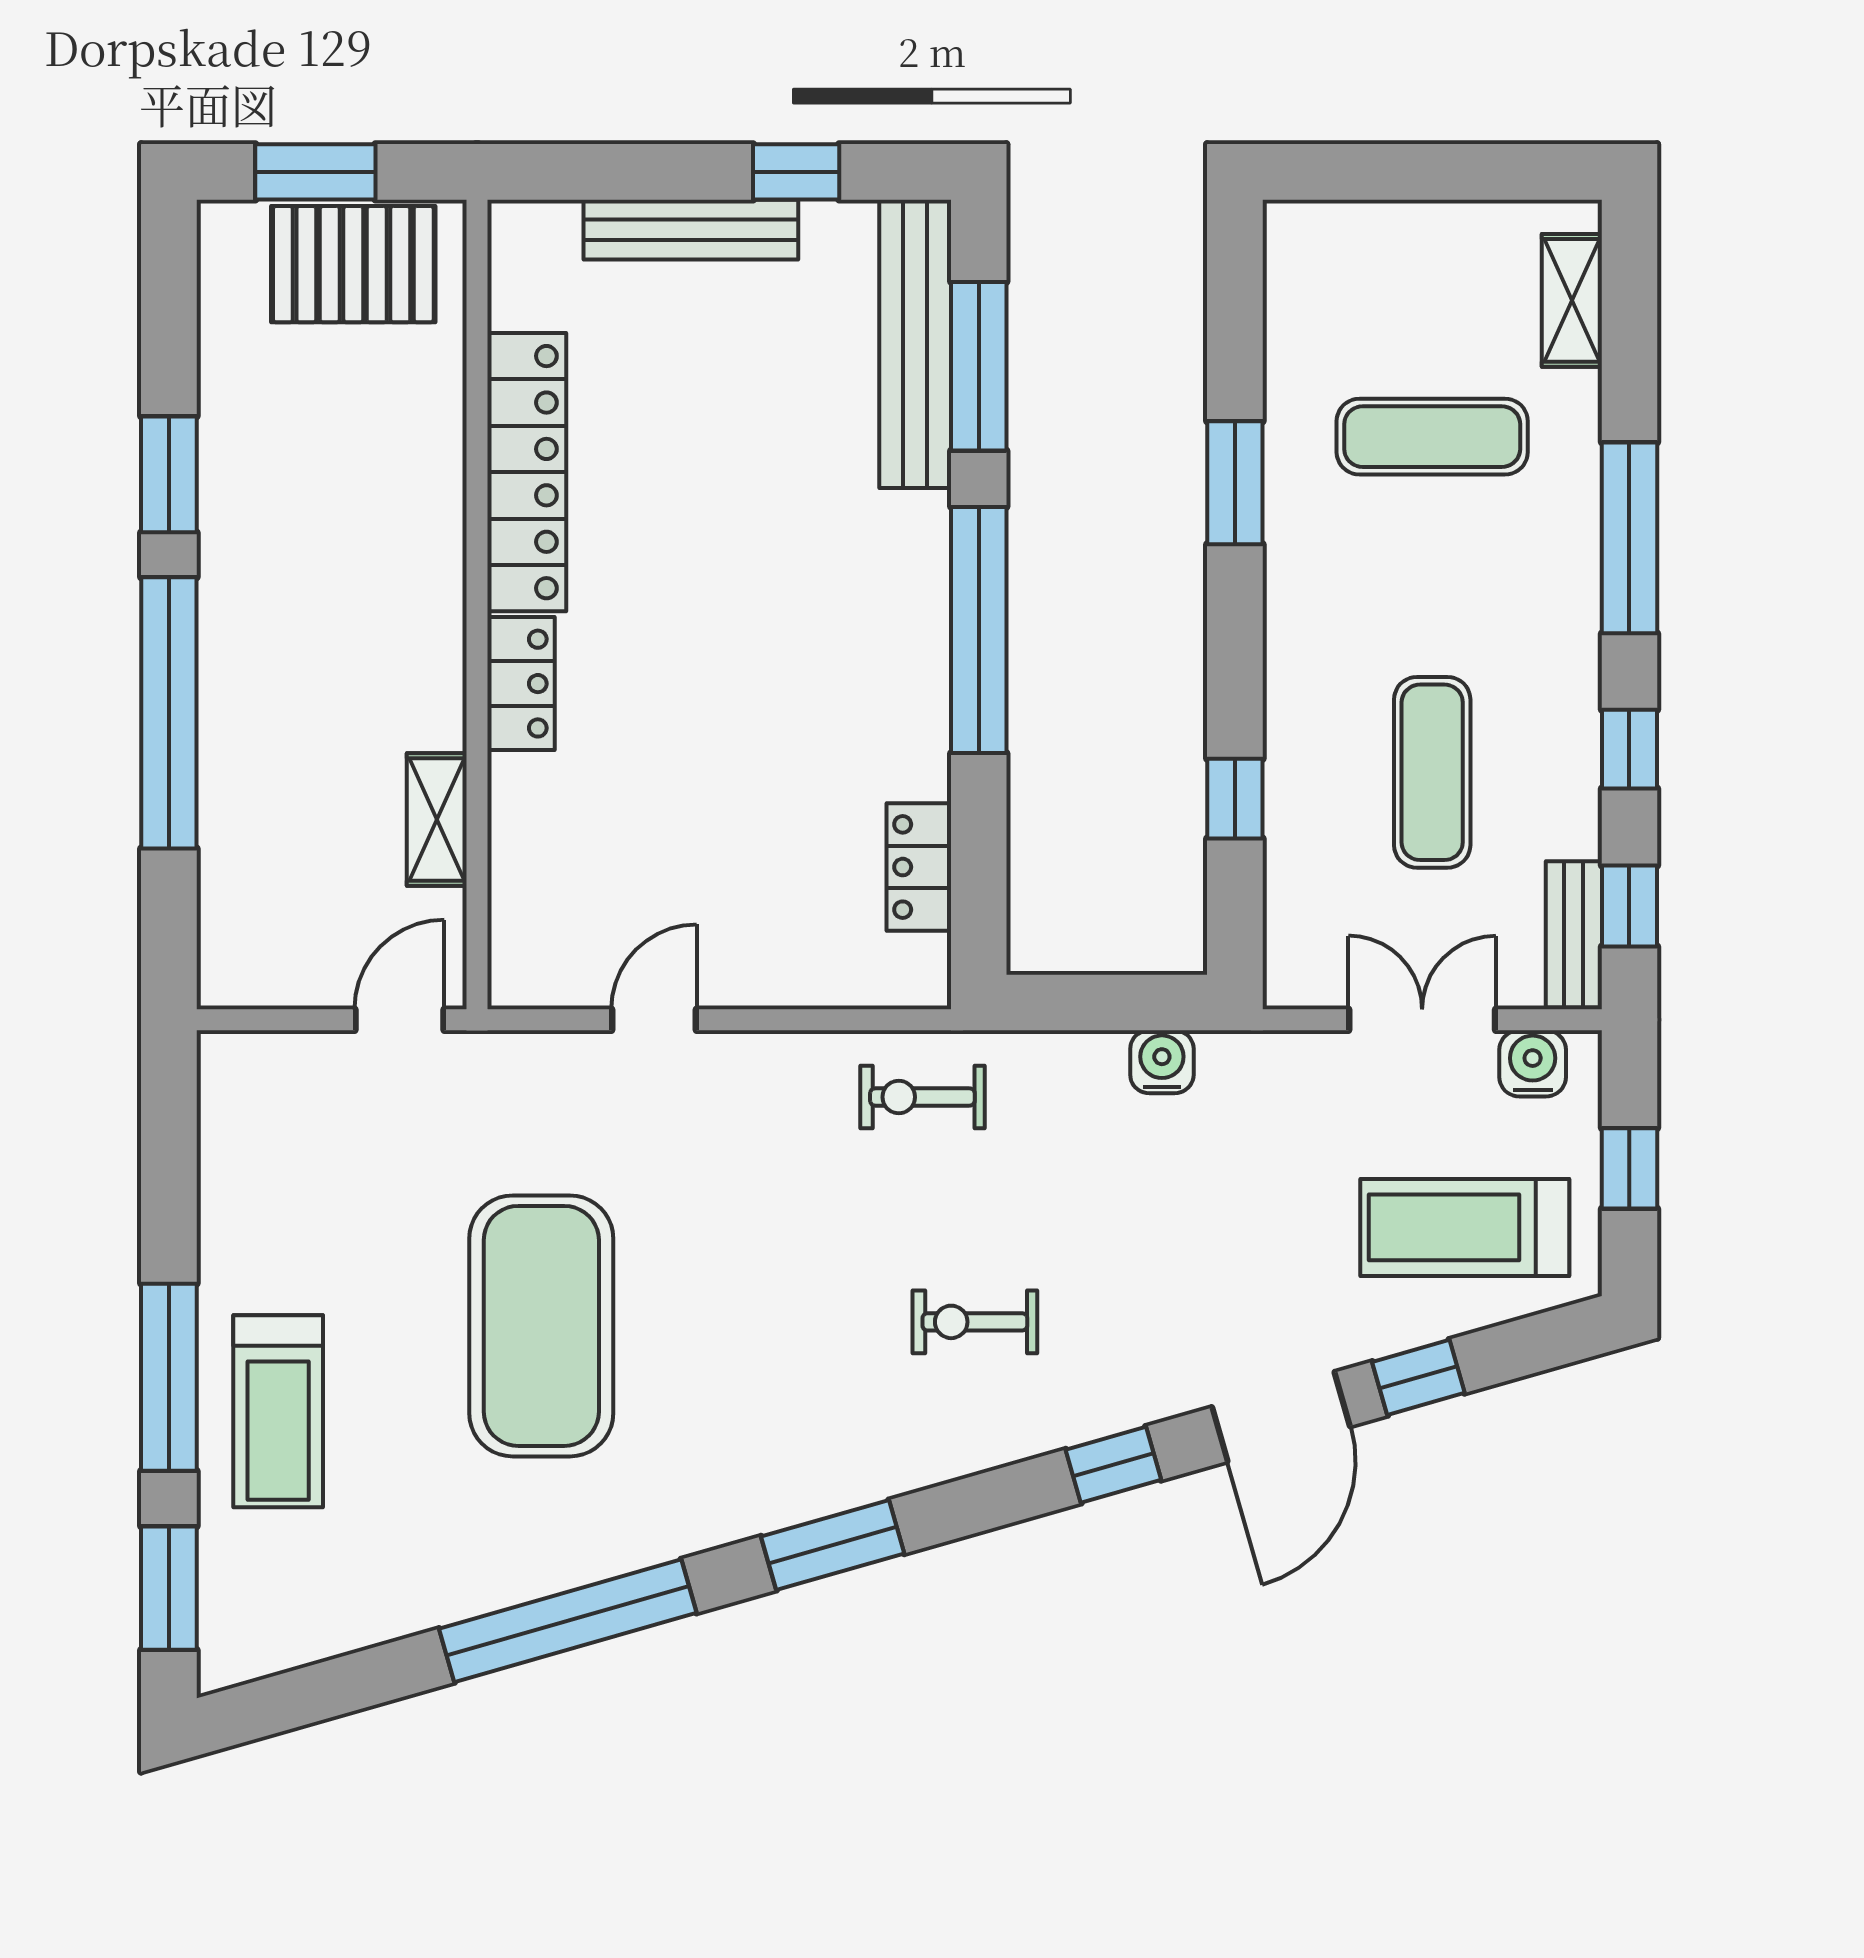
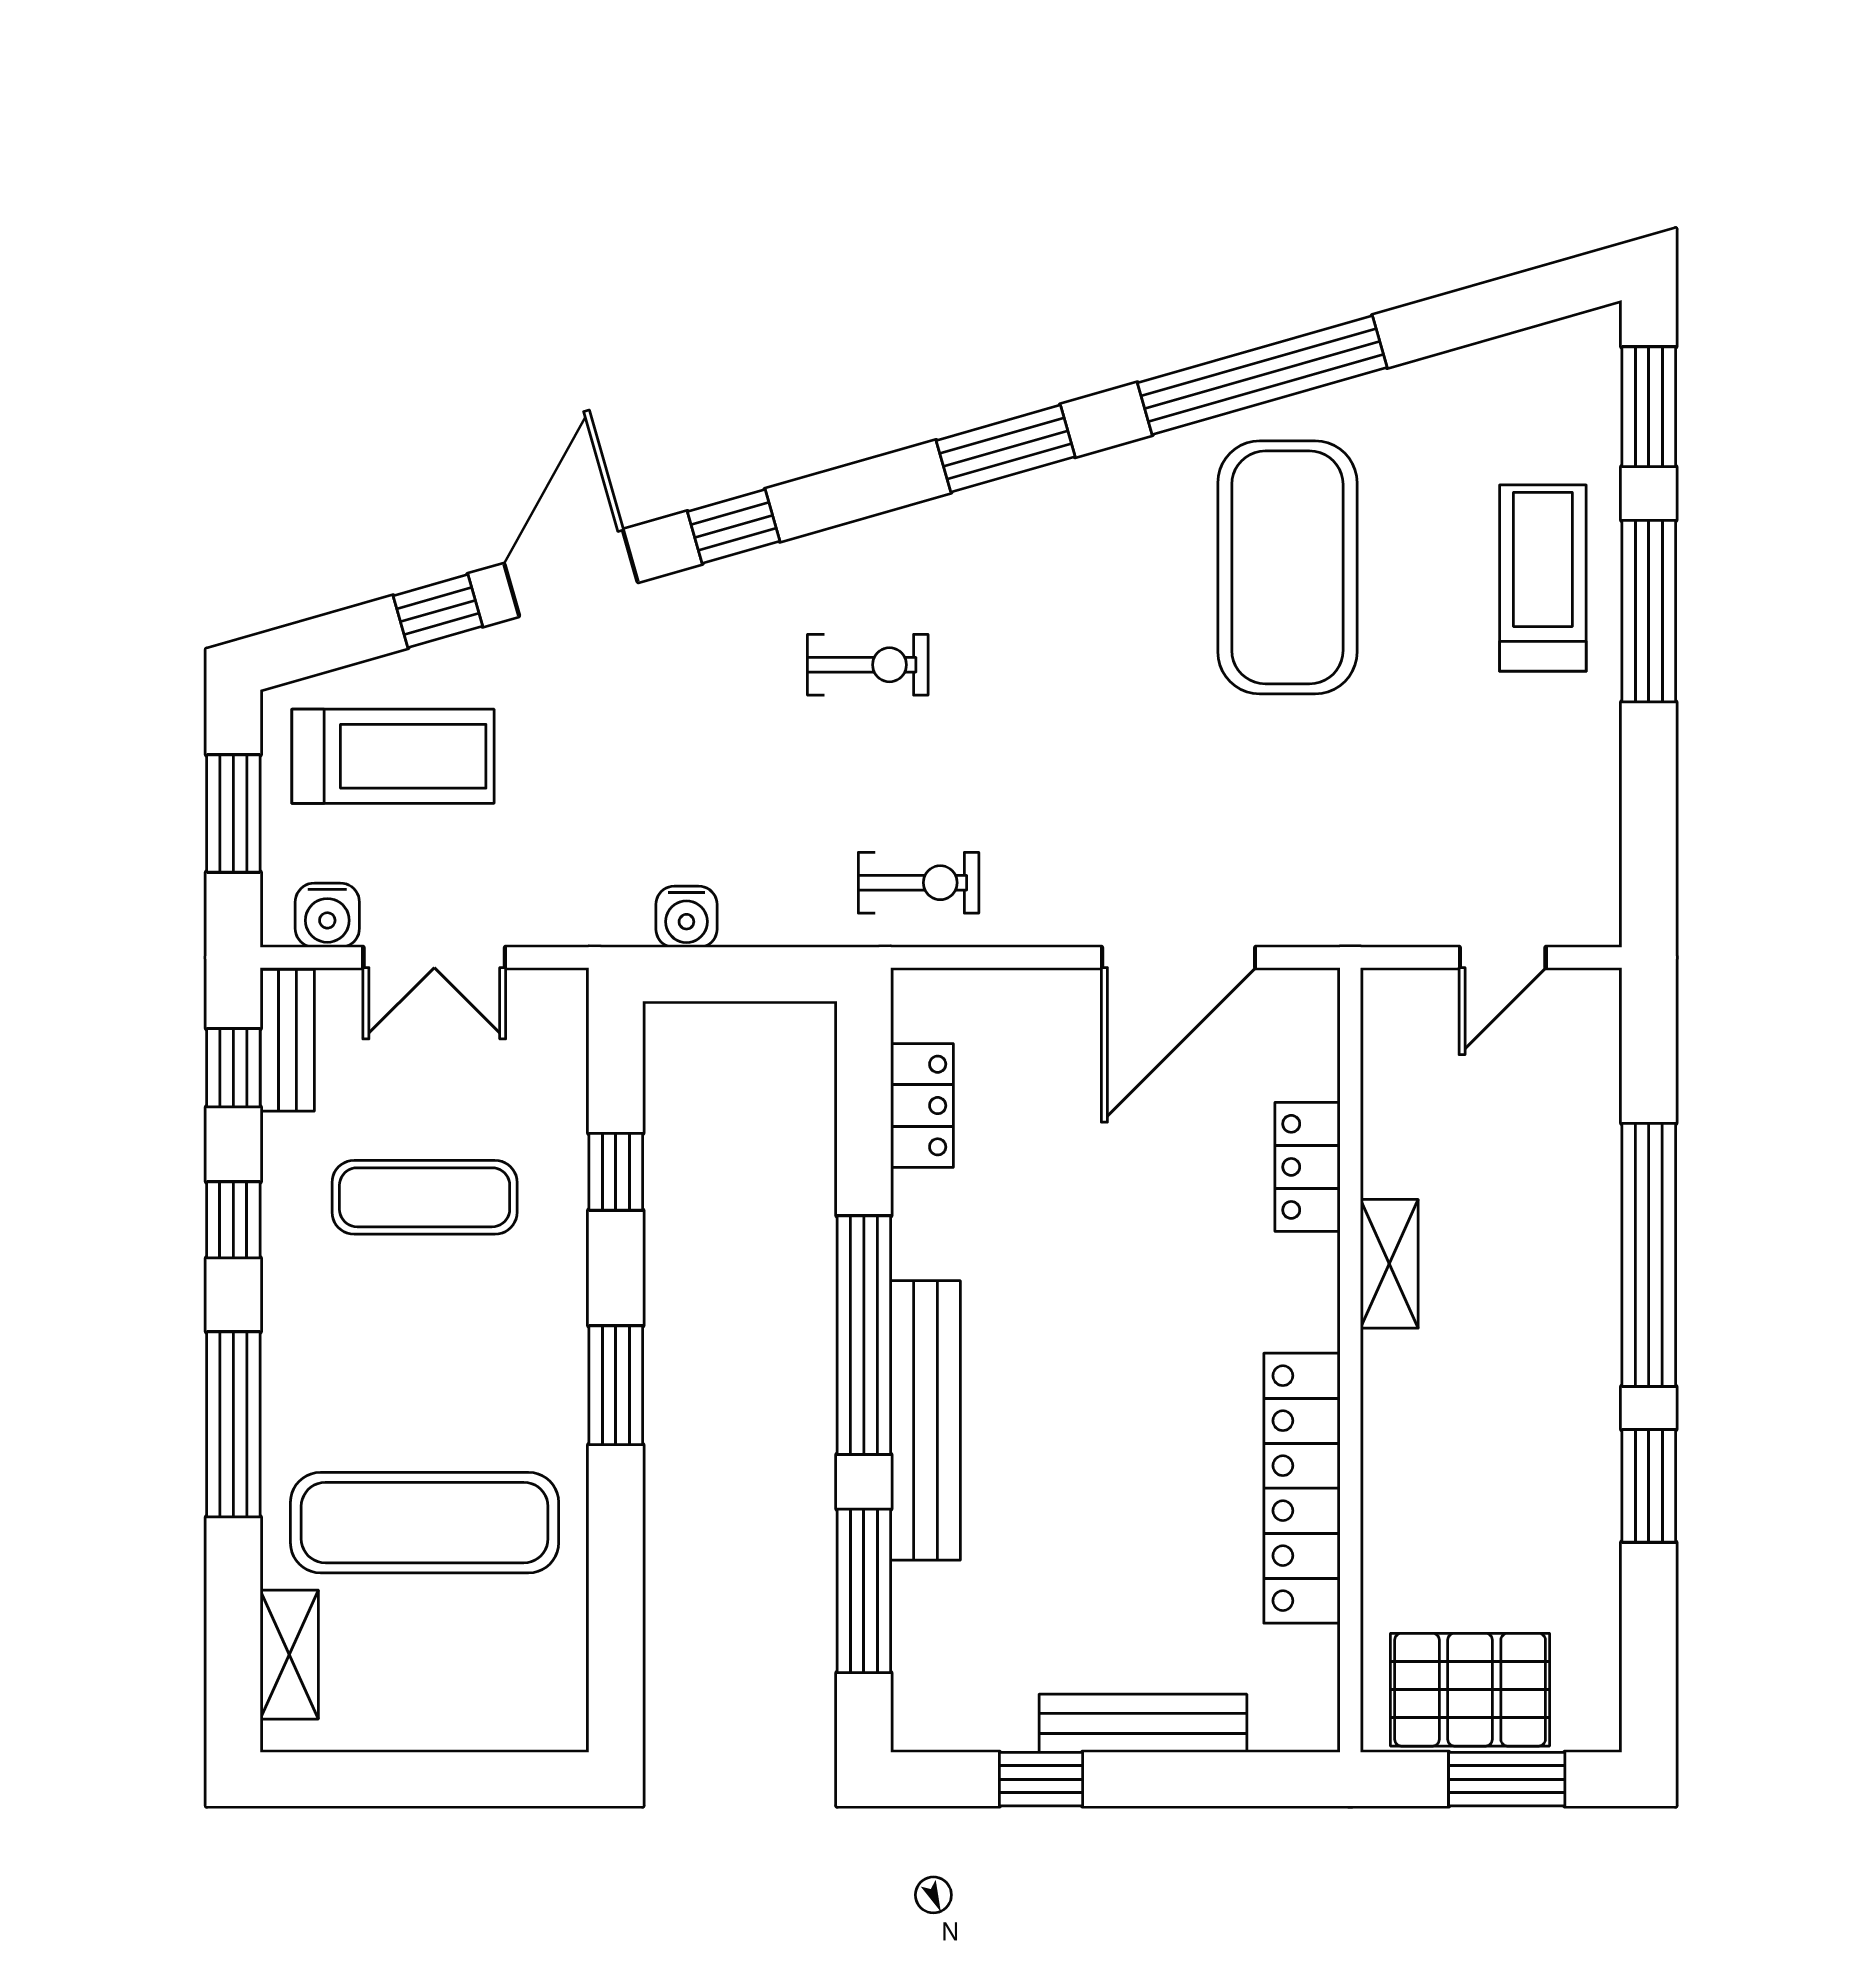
bench: (915, 344) -> (926, 1420), moved
exercise mat: (1432, 437) -> (425, 1523), width x1.36, depth x1.45
window: (1235, 483) -> (616, 1385), moved
locker: (521, 684) -> (1308, 1167), moved
exercise mat: (1432, 772) -> (425, 1197), turned 90
shelving: (437, 820) -> (1389, 1264), moved
door: (399, 1020) -> (1503, 957), moved
door: (654, 1020) -> (1179, 957), width x1.88
window: (1629, 1168) -> (233, 814), width x1.50
exercise mat: (541, 1326) -> (1287, 567), moved

